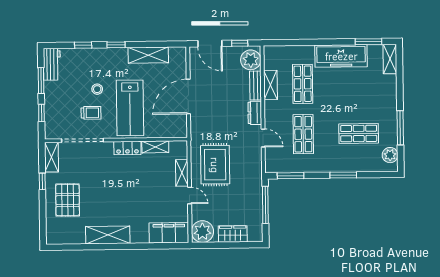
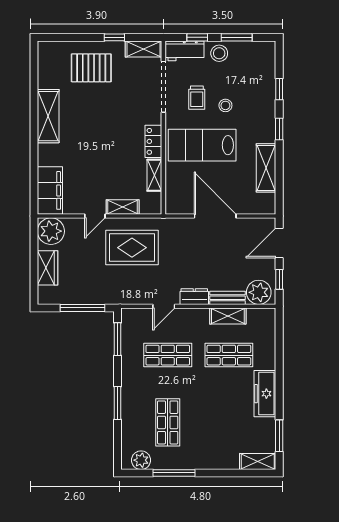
freezer: (341, 56) -> (265, 394), width x0.73, depth x0.79
workbench: (52, 64) -> (184, 51), moved
stool: (54, 95) -> (219, 53), added

